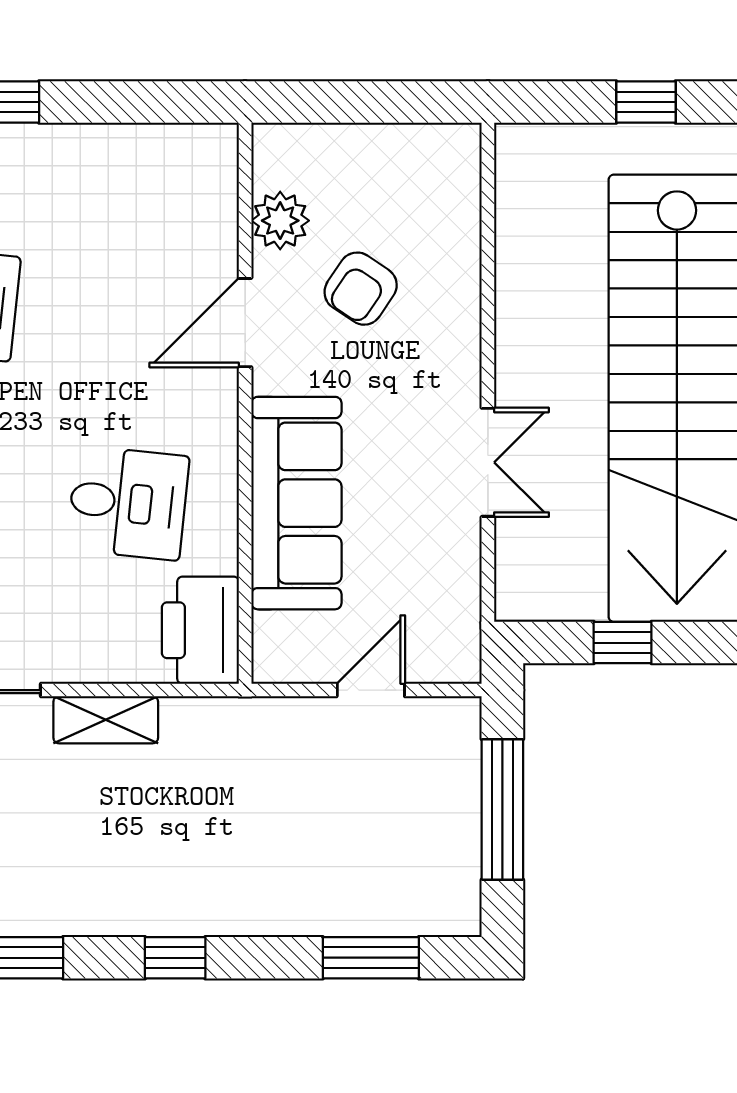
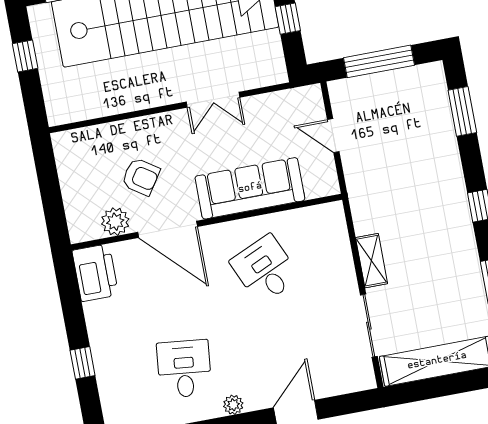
door: (245, 323) -> (168, 229), width x1.36
double door: (488, 462) -> (213, 100), swing flipped
desk: (128, 503) -> (265, 269), turned -30
printer: (200, 630) -> (95, 273), moved, turned -90

